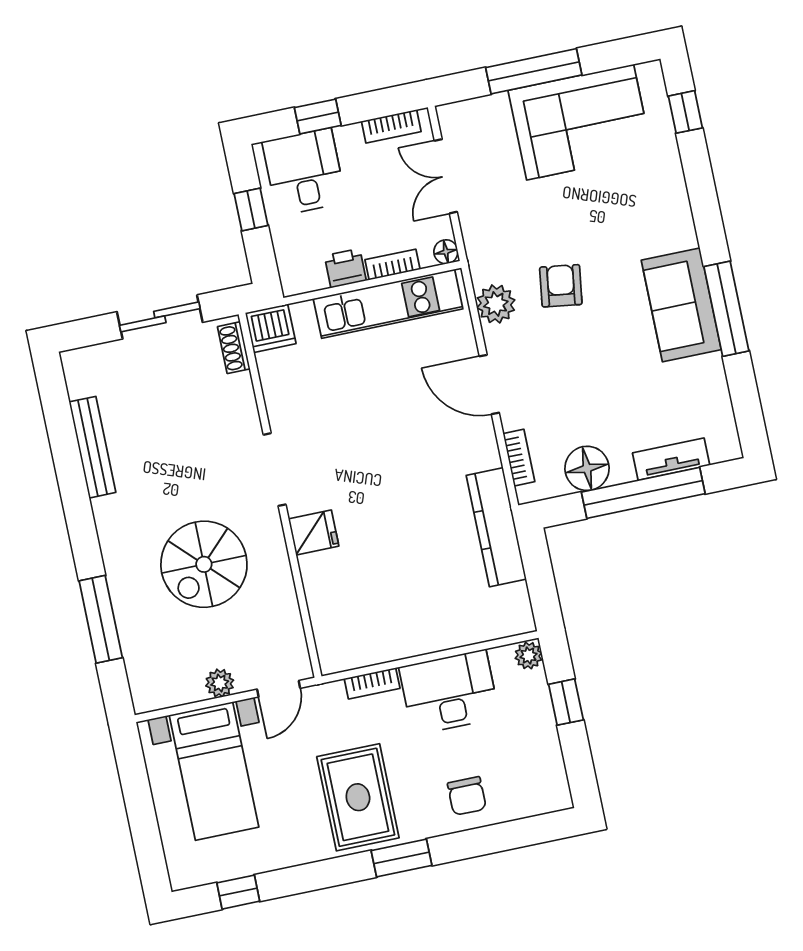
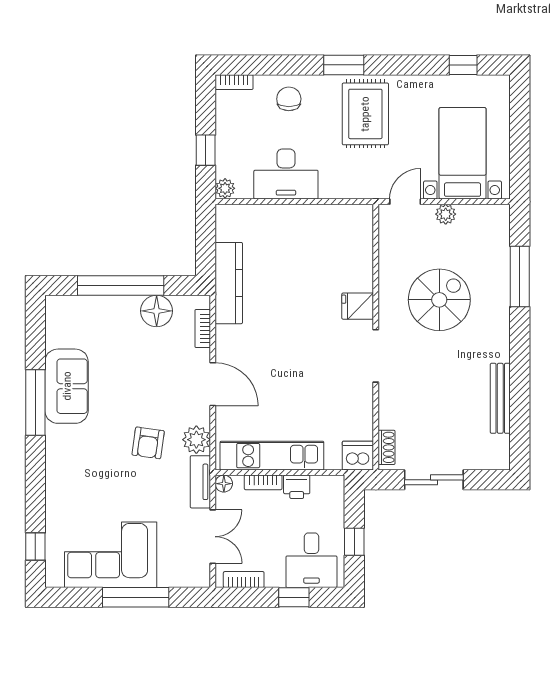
sofa: (681, 305) -> (67, 386), moved
tv unit: (671, 459) -> (200, 482), moved, turned 90
bookcase: (372, 683) -> (234, 82), moved, turned 180

